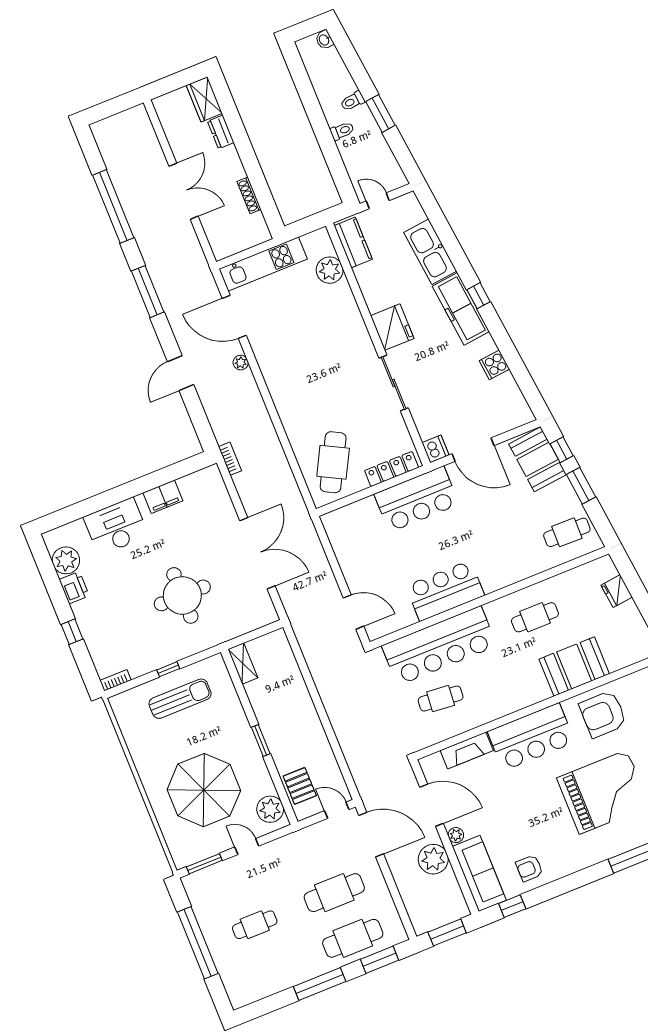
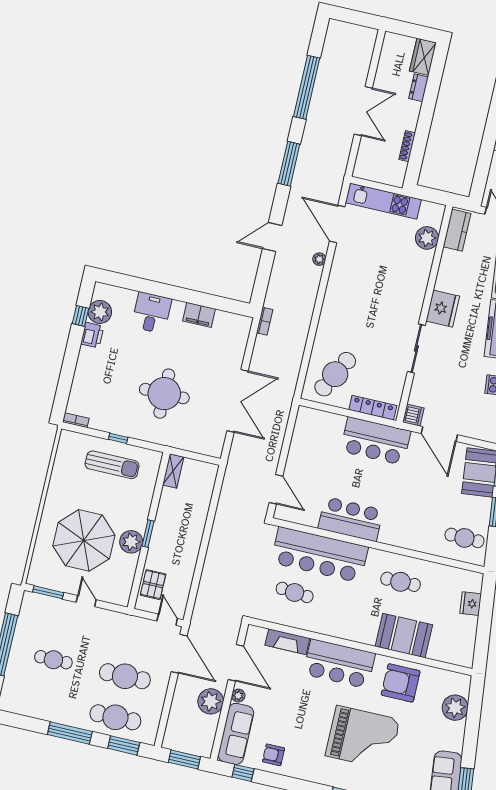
desk: (116, 527) -> (152, 313), width x0.73
window: (72, 632) -> (81, 316), moved
plant: (270, 809) -> (131, 542), moved

